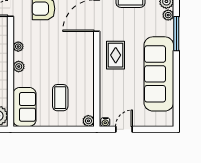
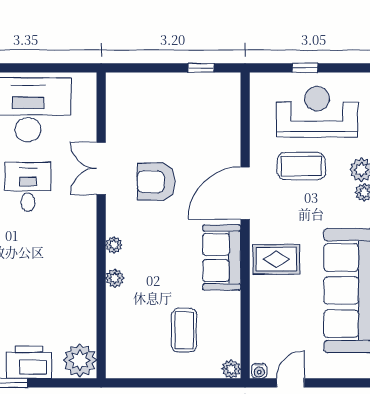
rug: (116, 55) -> (276, 259), turned 90
sofa: (25, 107) -> (222, 257), moved, turned 180

